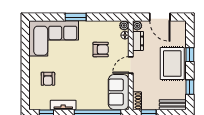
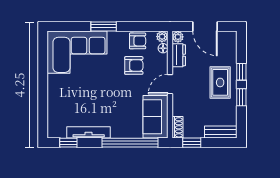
rug: (172, 64) -> (220, 82), width x0.73, depth x0.70
armchair: (48, 79) -> (138, 41), moved, turned -90
window: (190, 87) -> (241, 97), moved
tv unit: (63, 105) -> (89, 132), width x1.41

